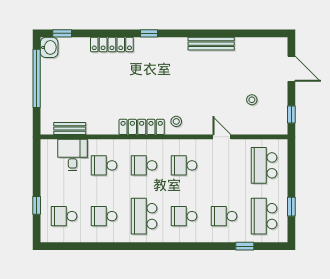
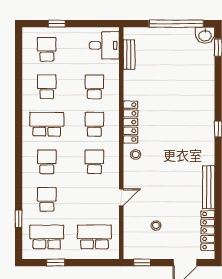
locker: (112, 44) -> (208, 231), moved
desk: (73, 155) -> (104, 45), moved

